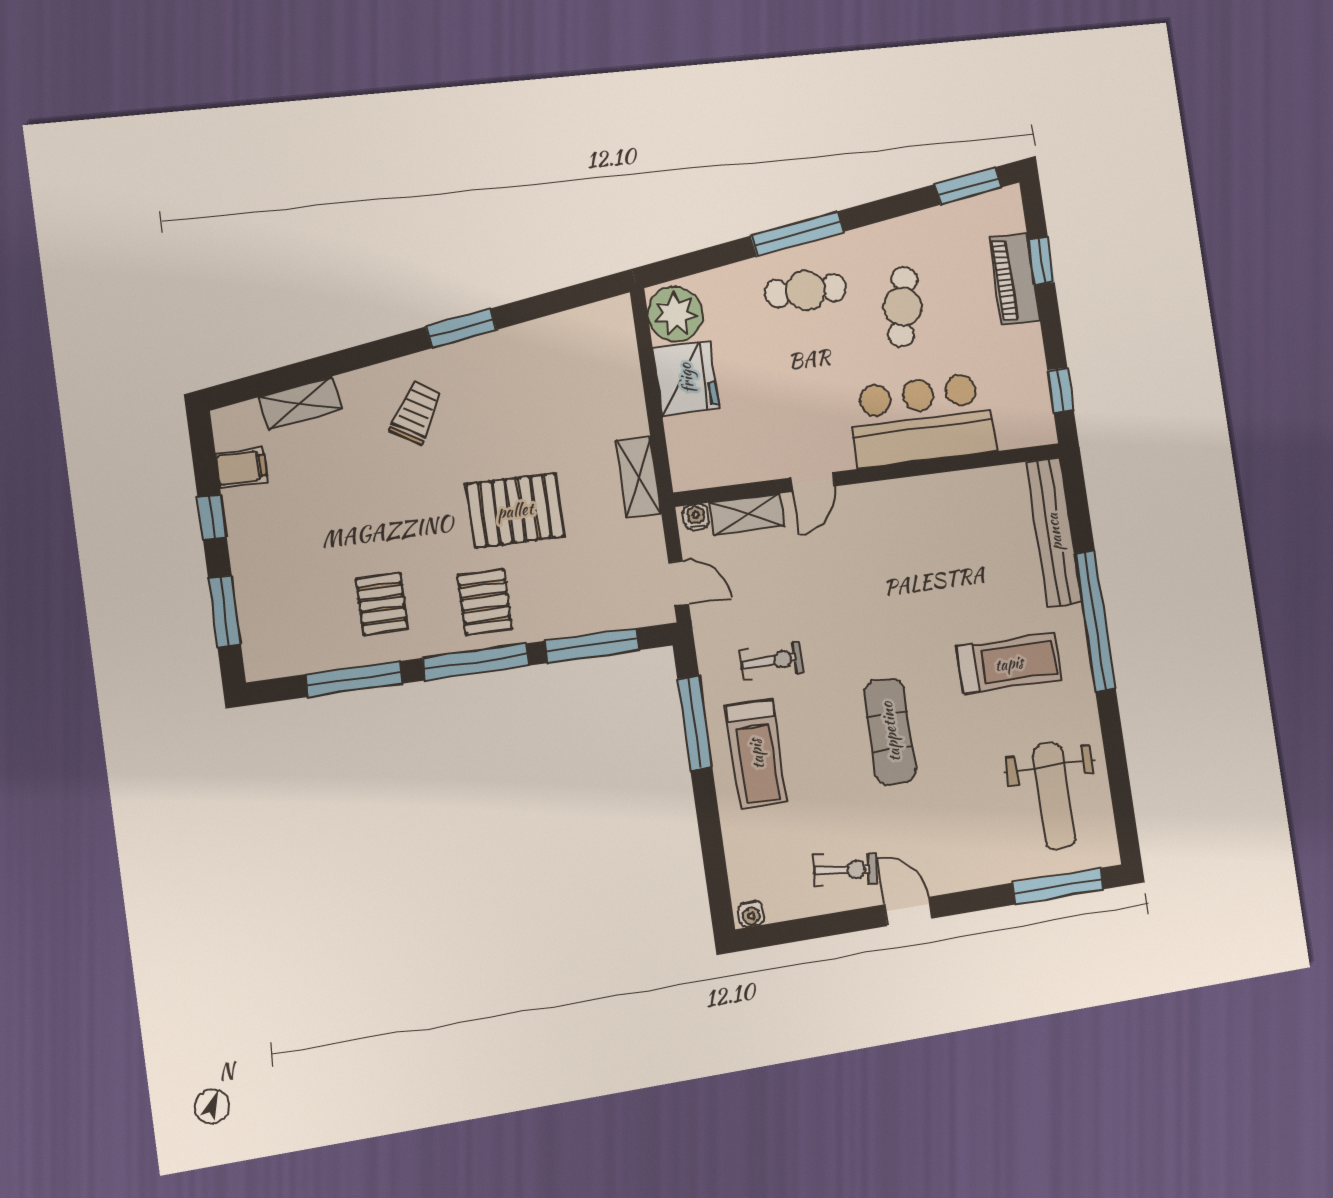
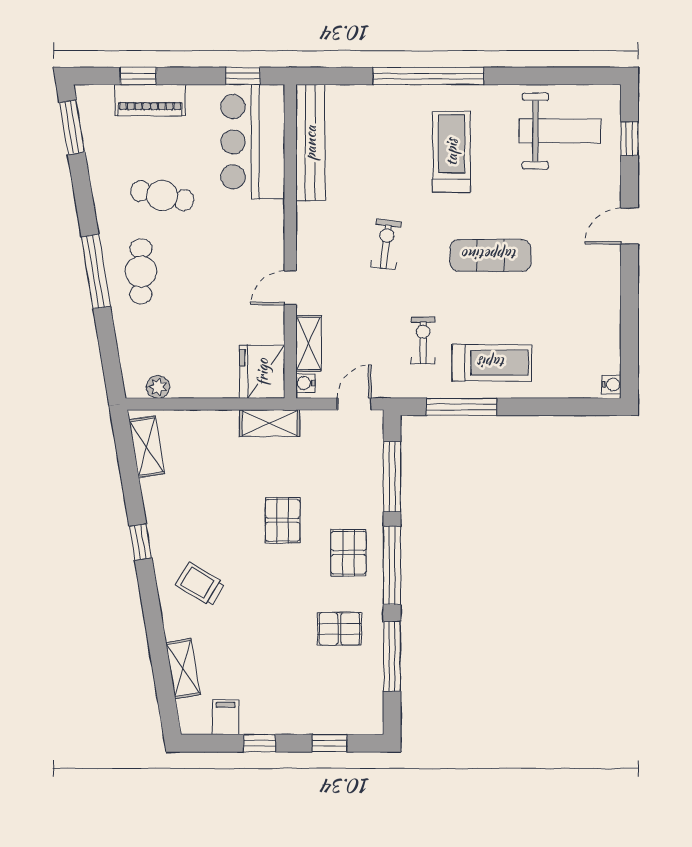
plant: (675, 314) -> (158, 387), width x0.53, depth x0.53
shelving: (586, 323) -> (147, 447), added
window: (461, 328) -> (140, 542), width x0.67
fridge: (686, 378) -> (262, 372), moved, turned -90
bar counter: (922, 420) -> (253, 142), moved
door: (813, 482) -> (290, 288), swing flipped
pallet: (515, 510) -> (283, 520), width x0.67, depth x0.71
bench: (1054, 532) -> (310, 143), moved, turned 90
pallet: (485, 602) -> (348, 553), turned 90
window: (225, 611) -> (330, 743), width x0.67
exercise bike: (845, 870) -> (386, 244), moved
window: (1058, 886) -> (629, 139), width x0.46
door: (908, 911) -> (629, 226), moved

